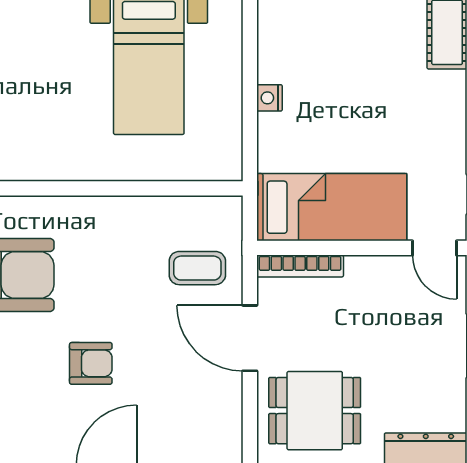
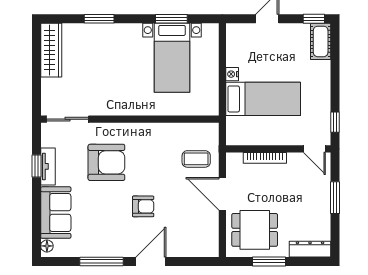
bed: (332, 207) -> (263, 99), moved
bookcase: (300, 266) -> (265, 158), moved

